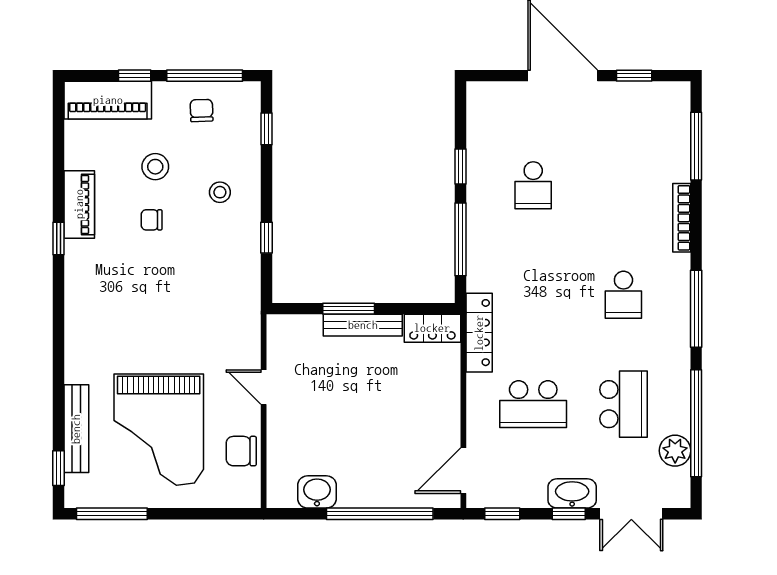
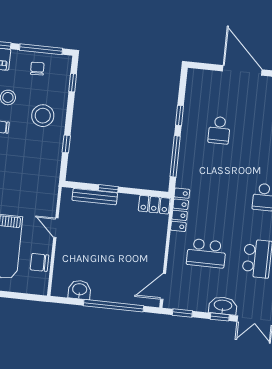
stool: (220, 192) -> (43, 116), width x1.89, depth x1.89
window: (349, 309) -> (108, 189), width x0.67
bench: (363, 325) -> (95, 197), moved

